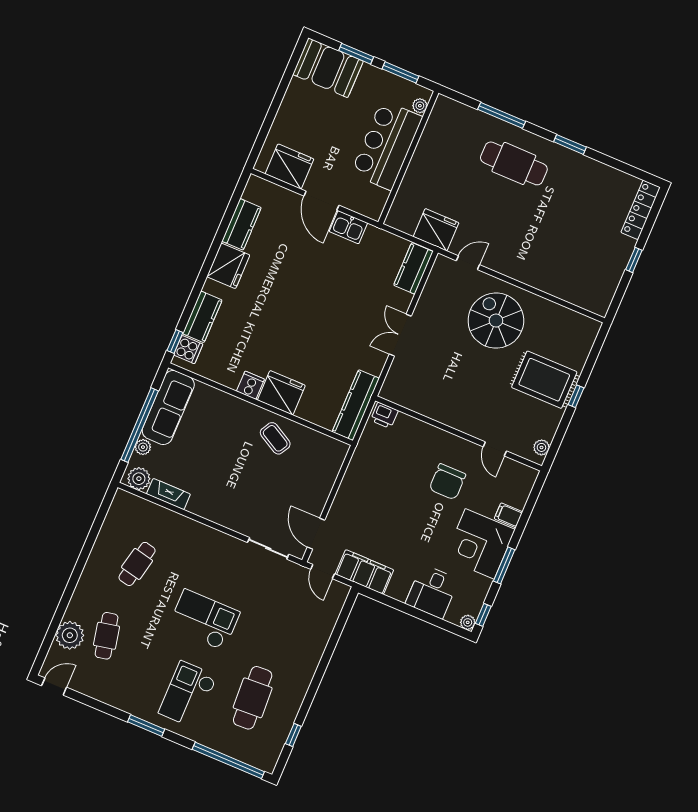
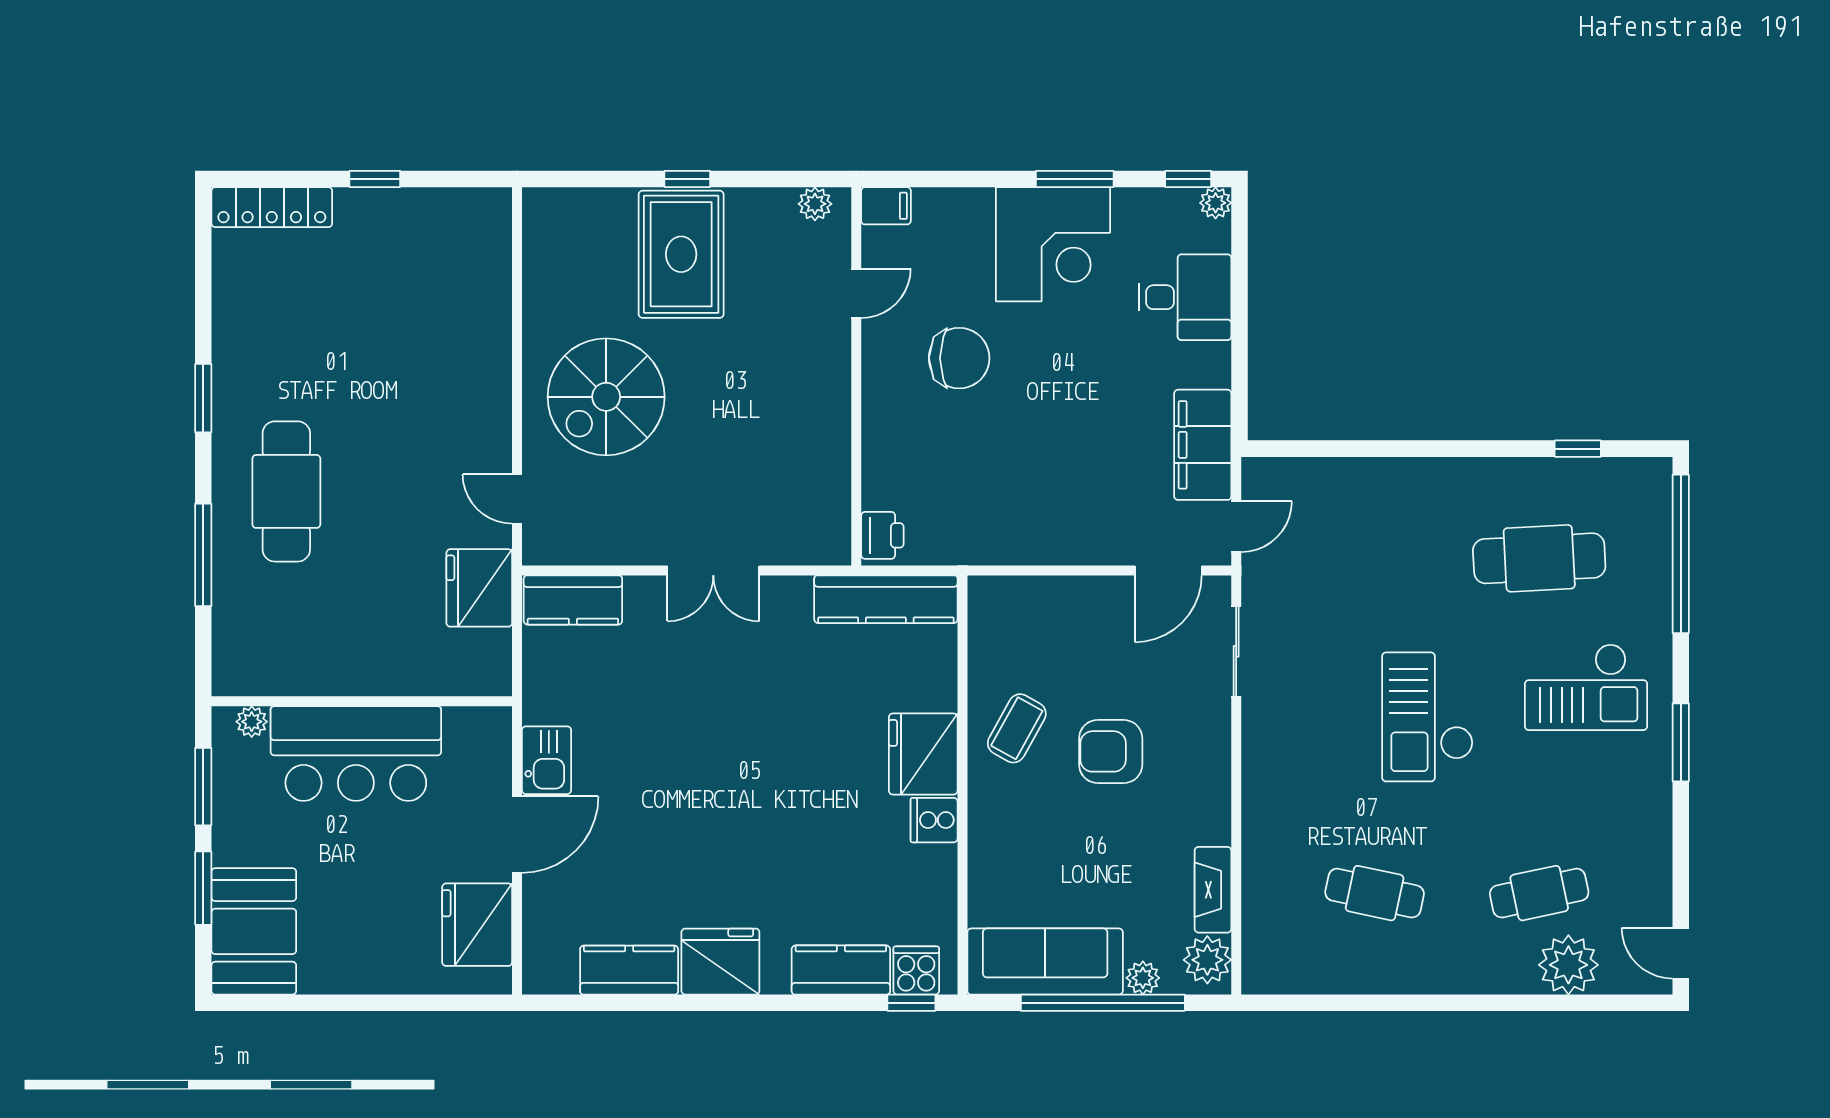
armchair: (248, 475) -> (1111, 751), added
filing cabinet: (508, 515) -> (886, 206), moved, turned -90

